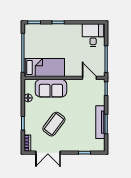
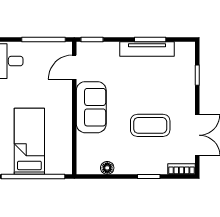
bed: (44, 68) -> (29, 141), moved
sofa: (51, 88) -> (91, 107), moved
coffee table: (54, 124) -> (150, 125), turned -37

